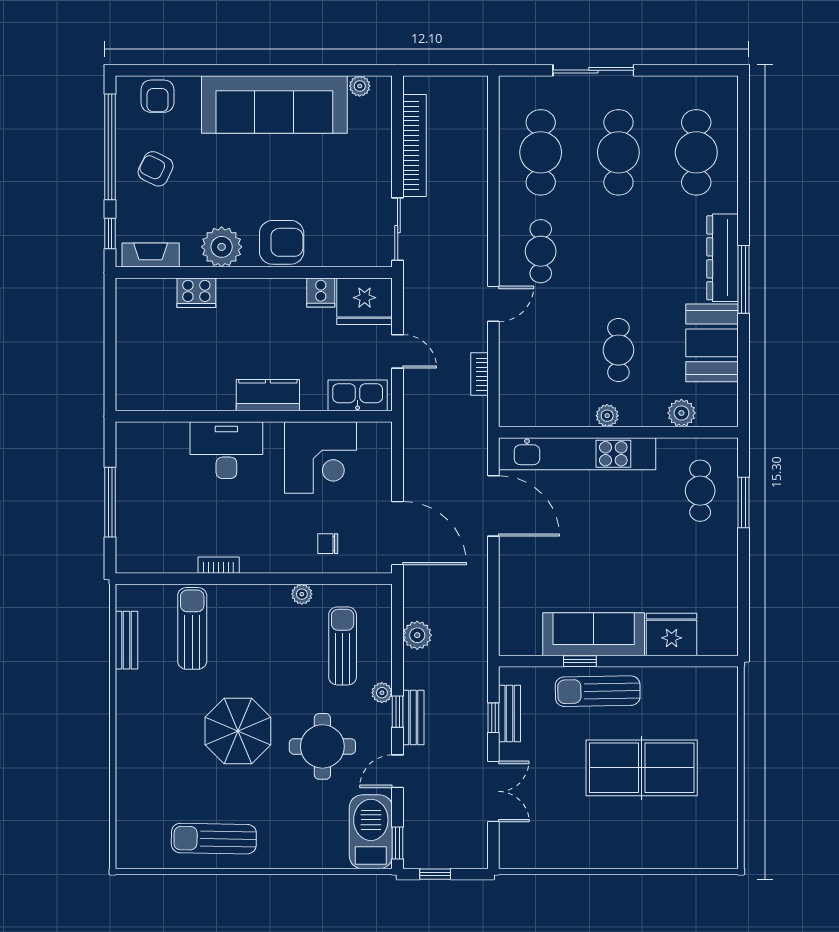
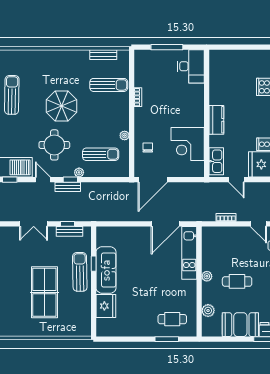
door: (398, 351) -> (236, 180), hinge flipped
desk: (226, 450) -> (191, 66), moved
kitchen unit: (577, 454) -> (189, 253), width x0.73
plant: (417, 635) -> (106, 189), removed

